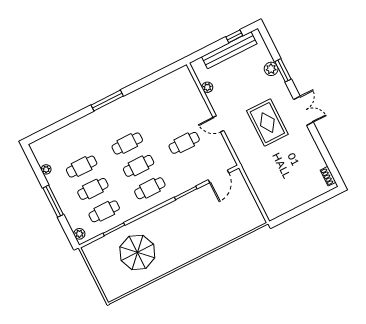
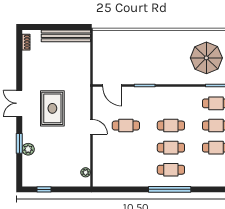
bench: (229, 50) -> (66, 36), moved
plant: (207, 87) -> (86, 172), moved
window: (107, 101) -> (170, 189), width x1.46
door: (219, 176) -> (112, 85), swing flipped
cafe table: (150, 188) -> (171, 170), moved

